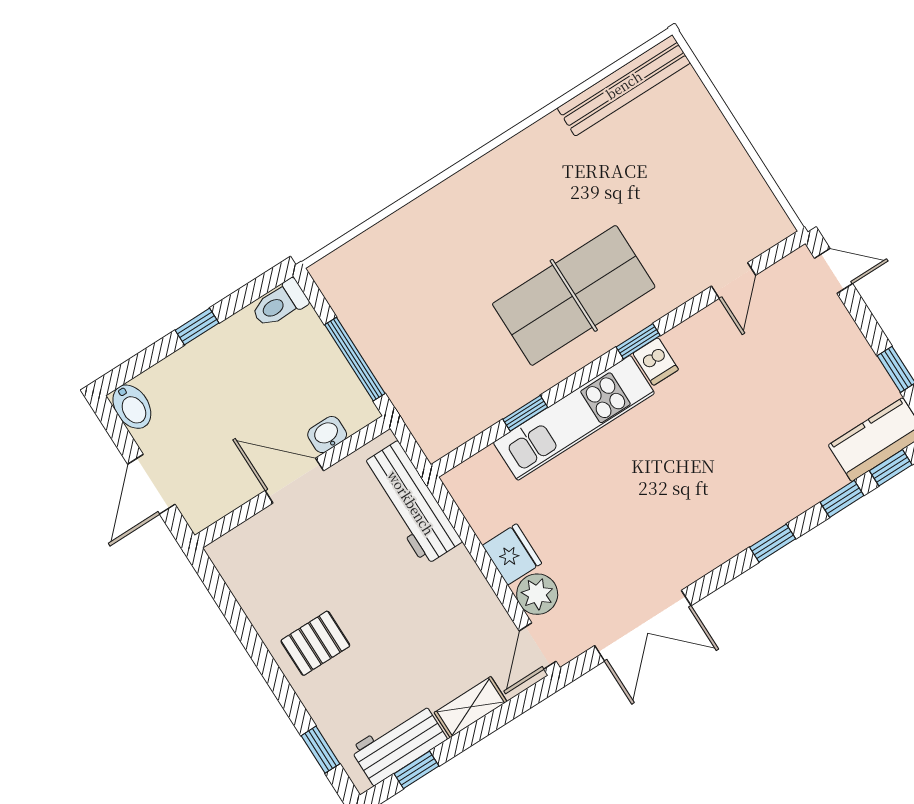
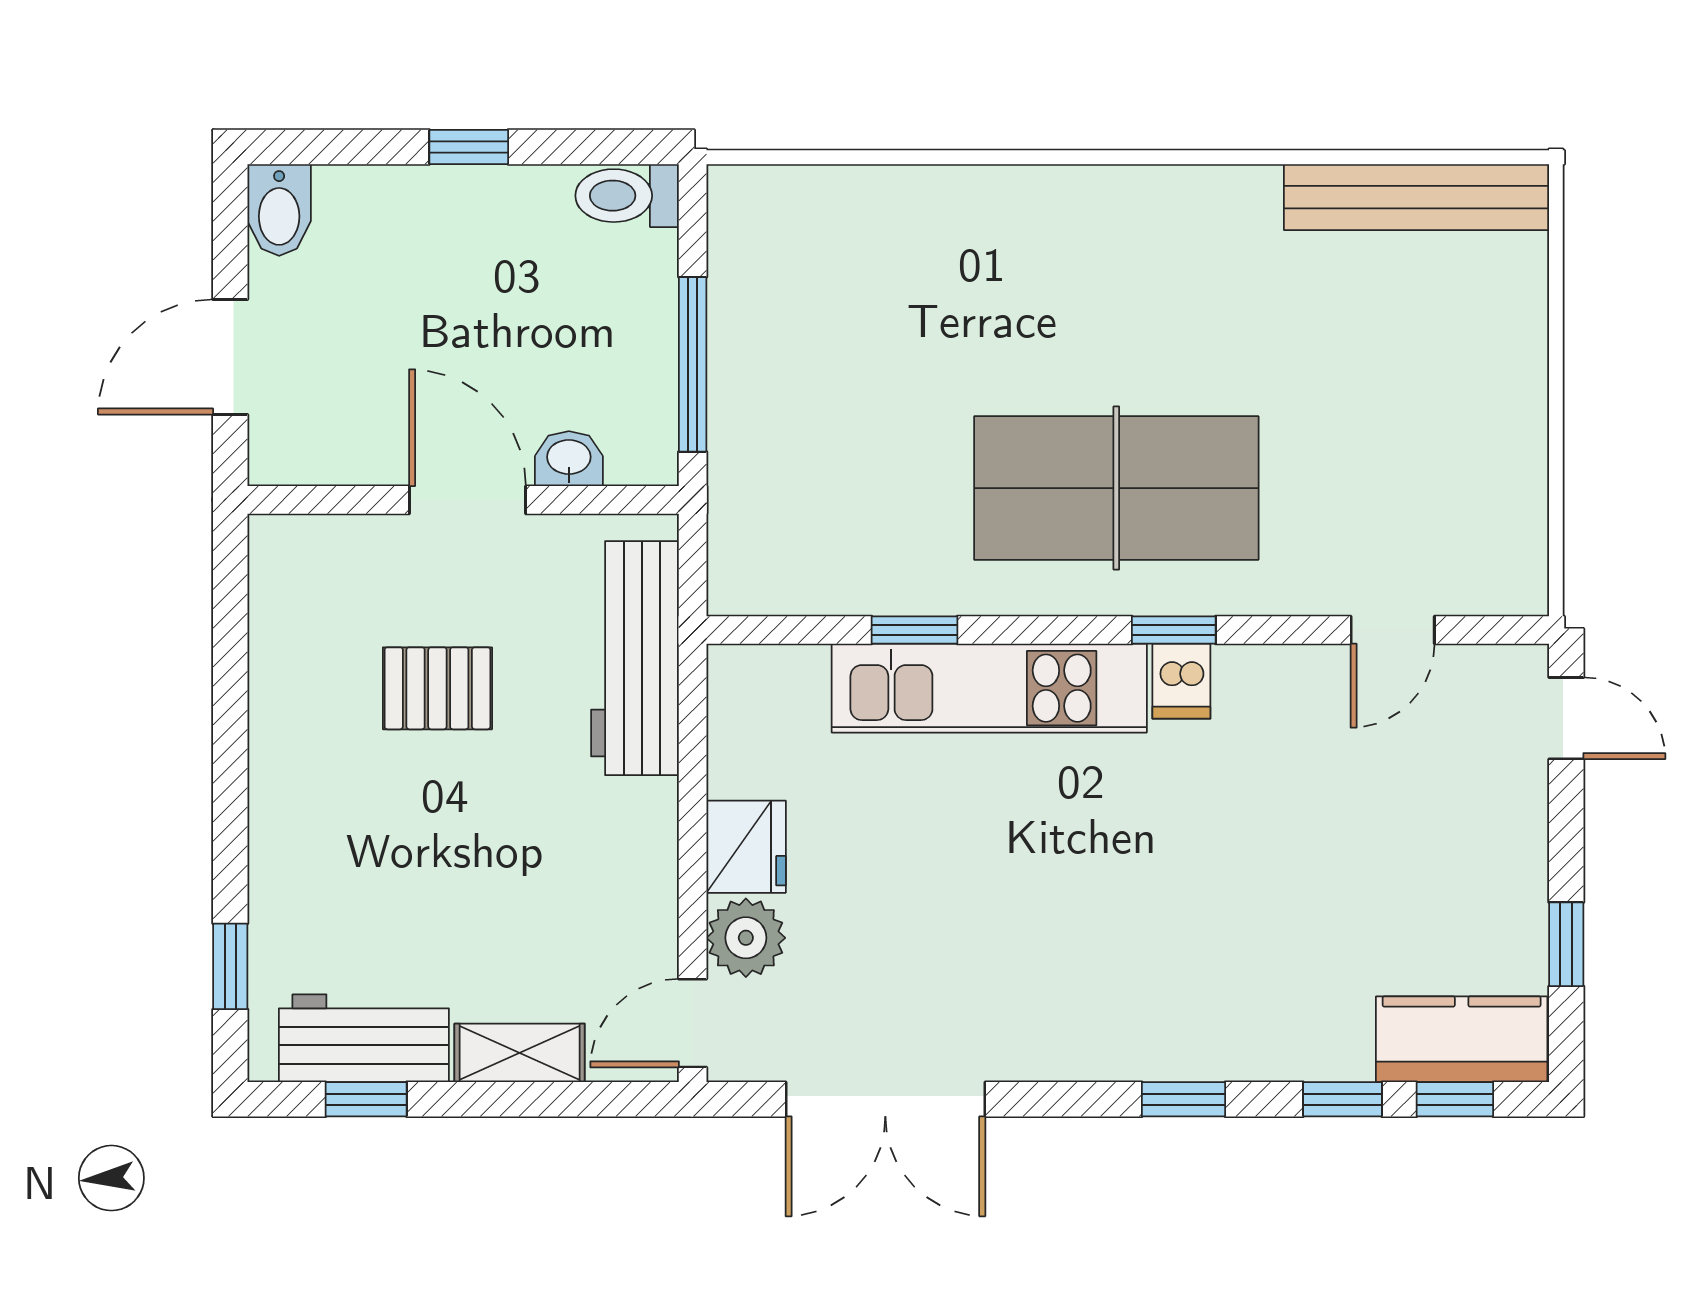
pallet: (315, 643) -> (437, 688), moved

